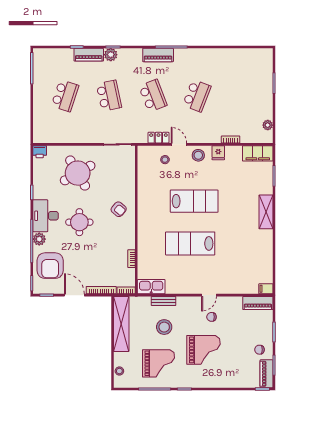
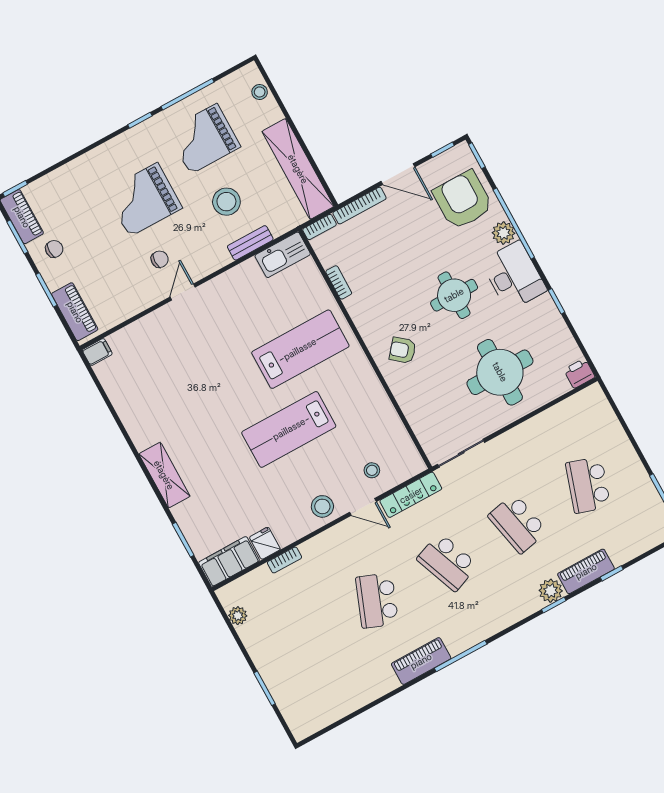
piano: (158, 55) -> (421, 661), moved
locker: (158, 138) -> (411, 495), width x1.53
fridge: (218, 153) -> (265, 543), moved
round table: (78, 173) -> (500, 372), turned 30
lab bench: (190, 243) -> (300, 349), moved
piano: (258, 303) -> (75, 312), moved, turned 90

